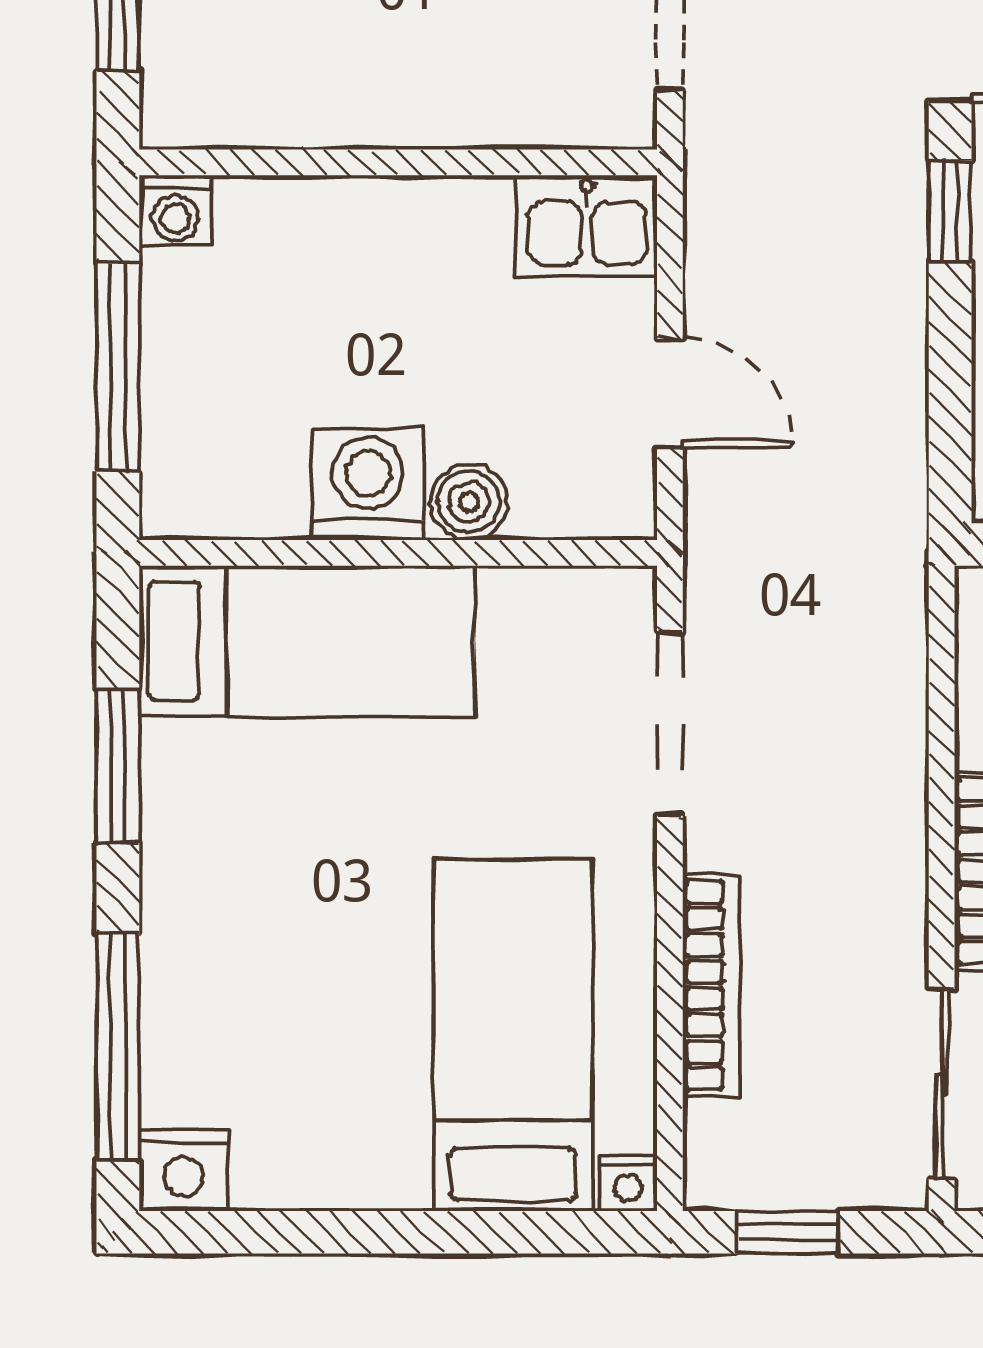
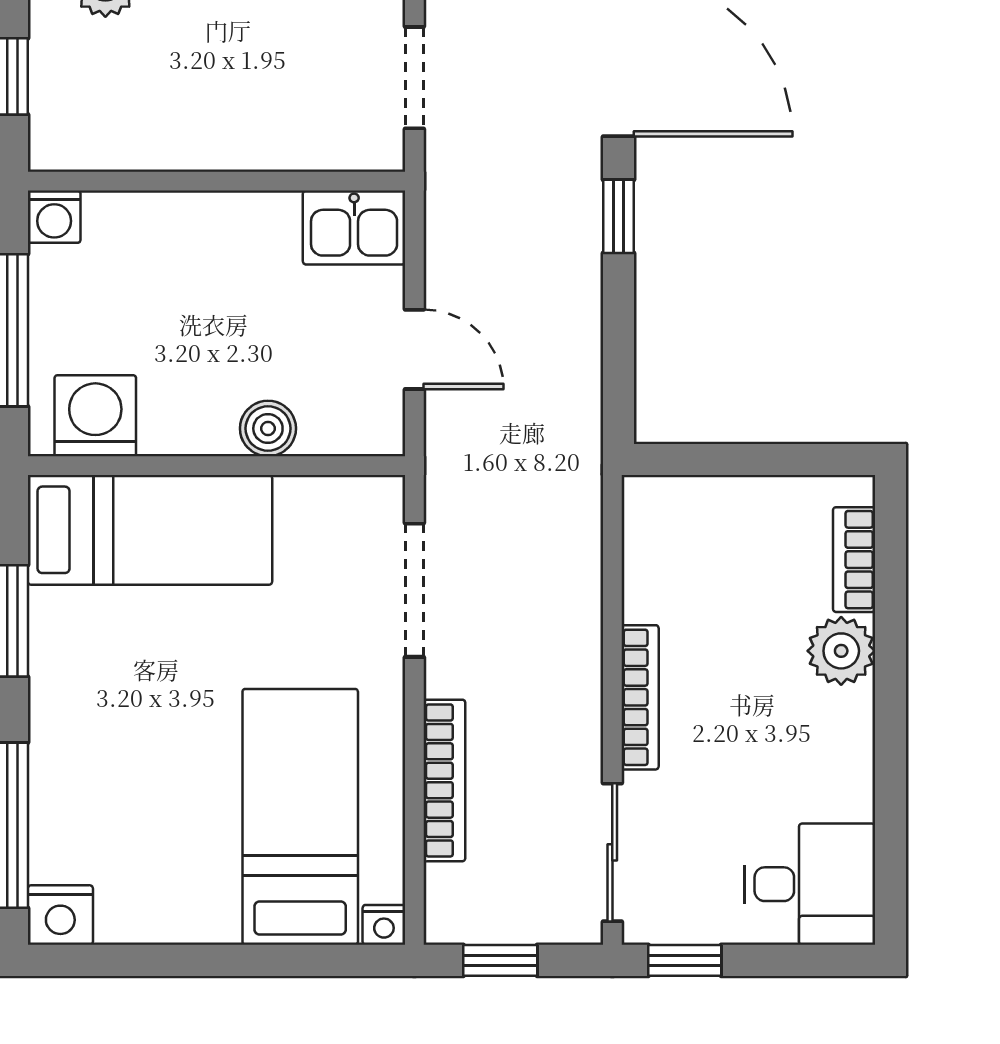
washing machine: (368, 484) -> (95, 416), moved

